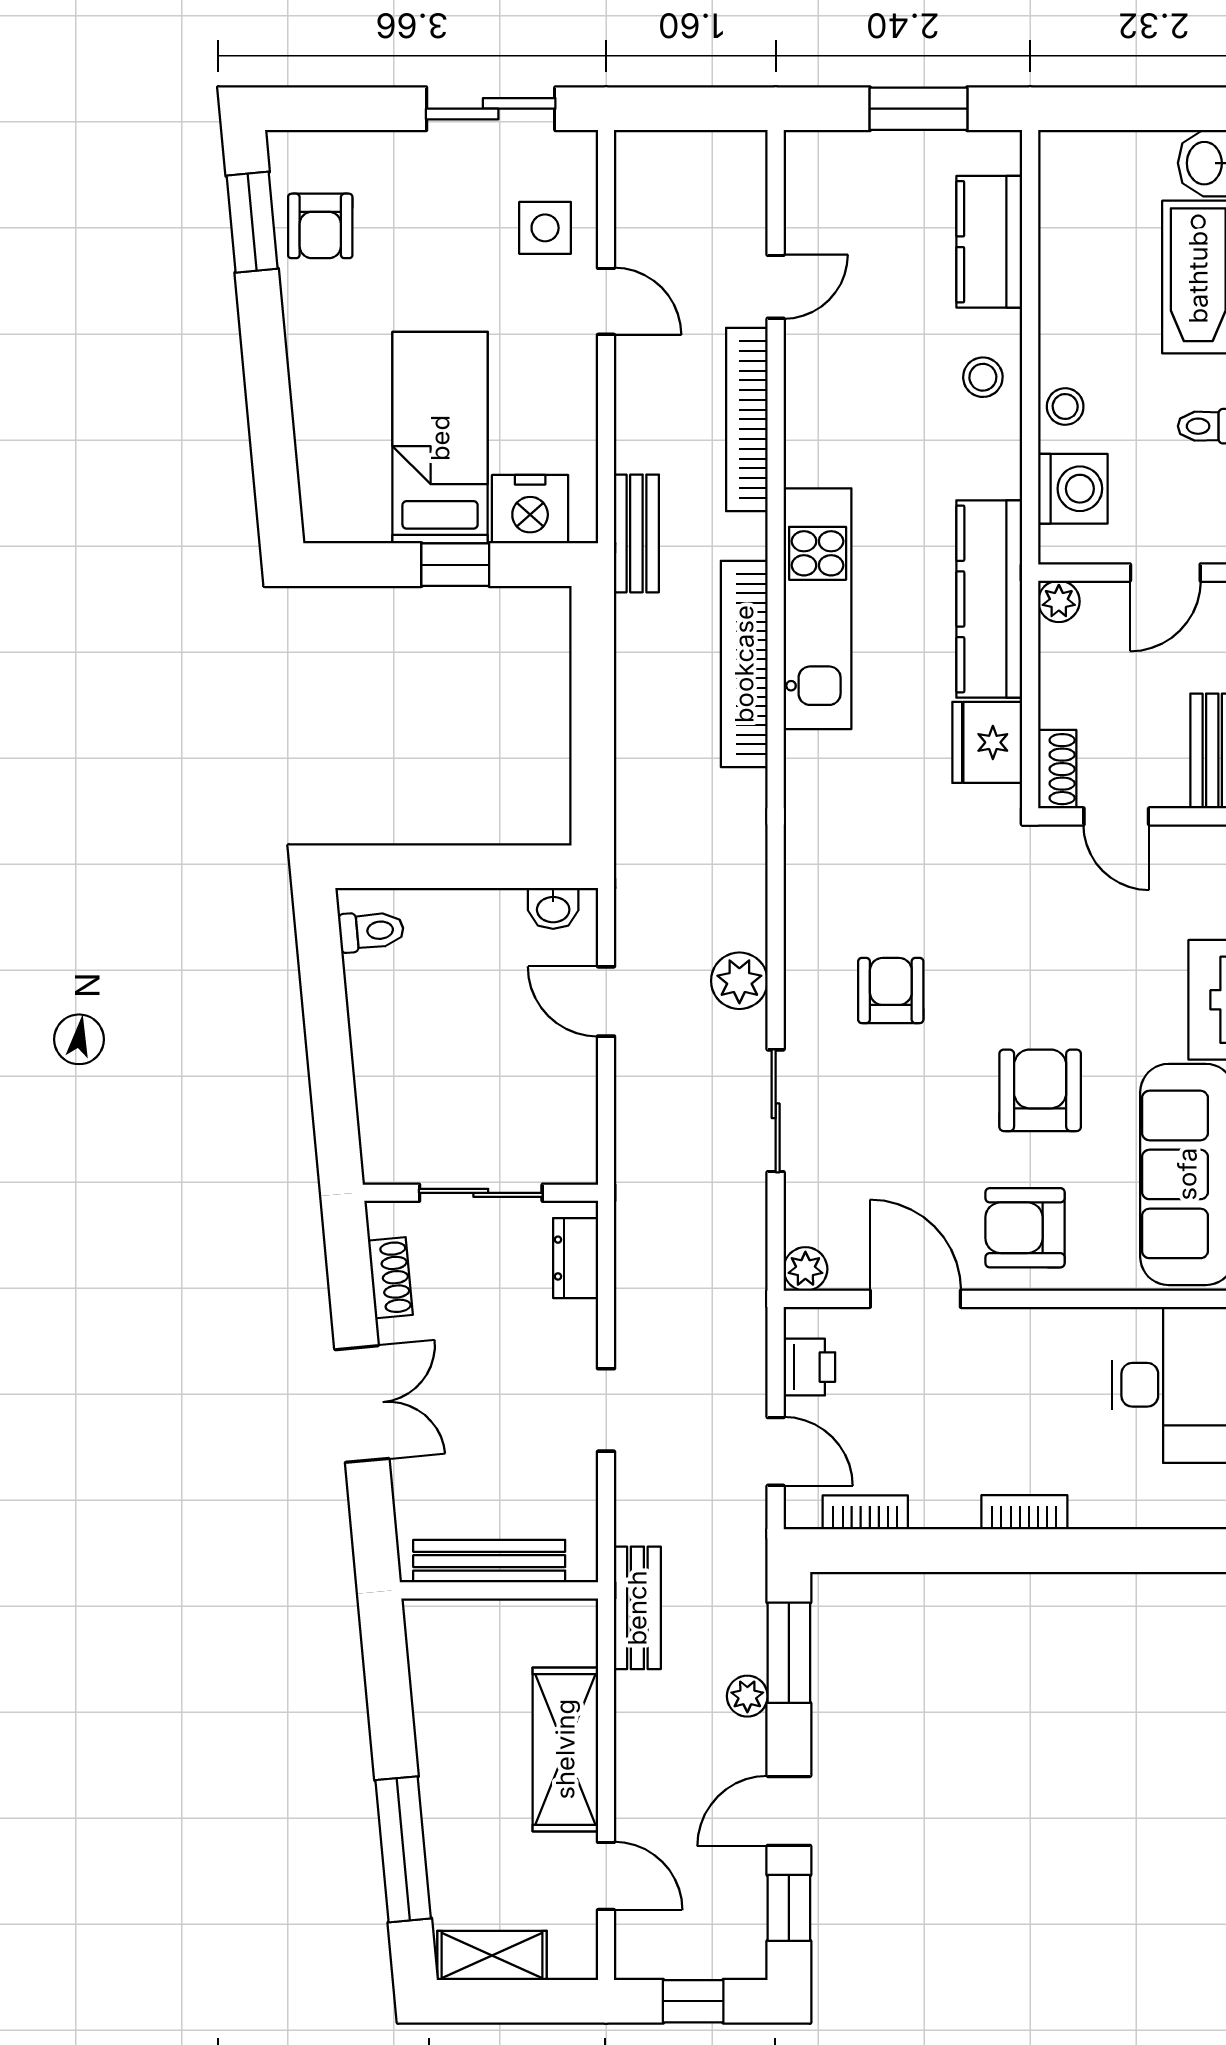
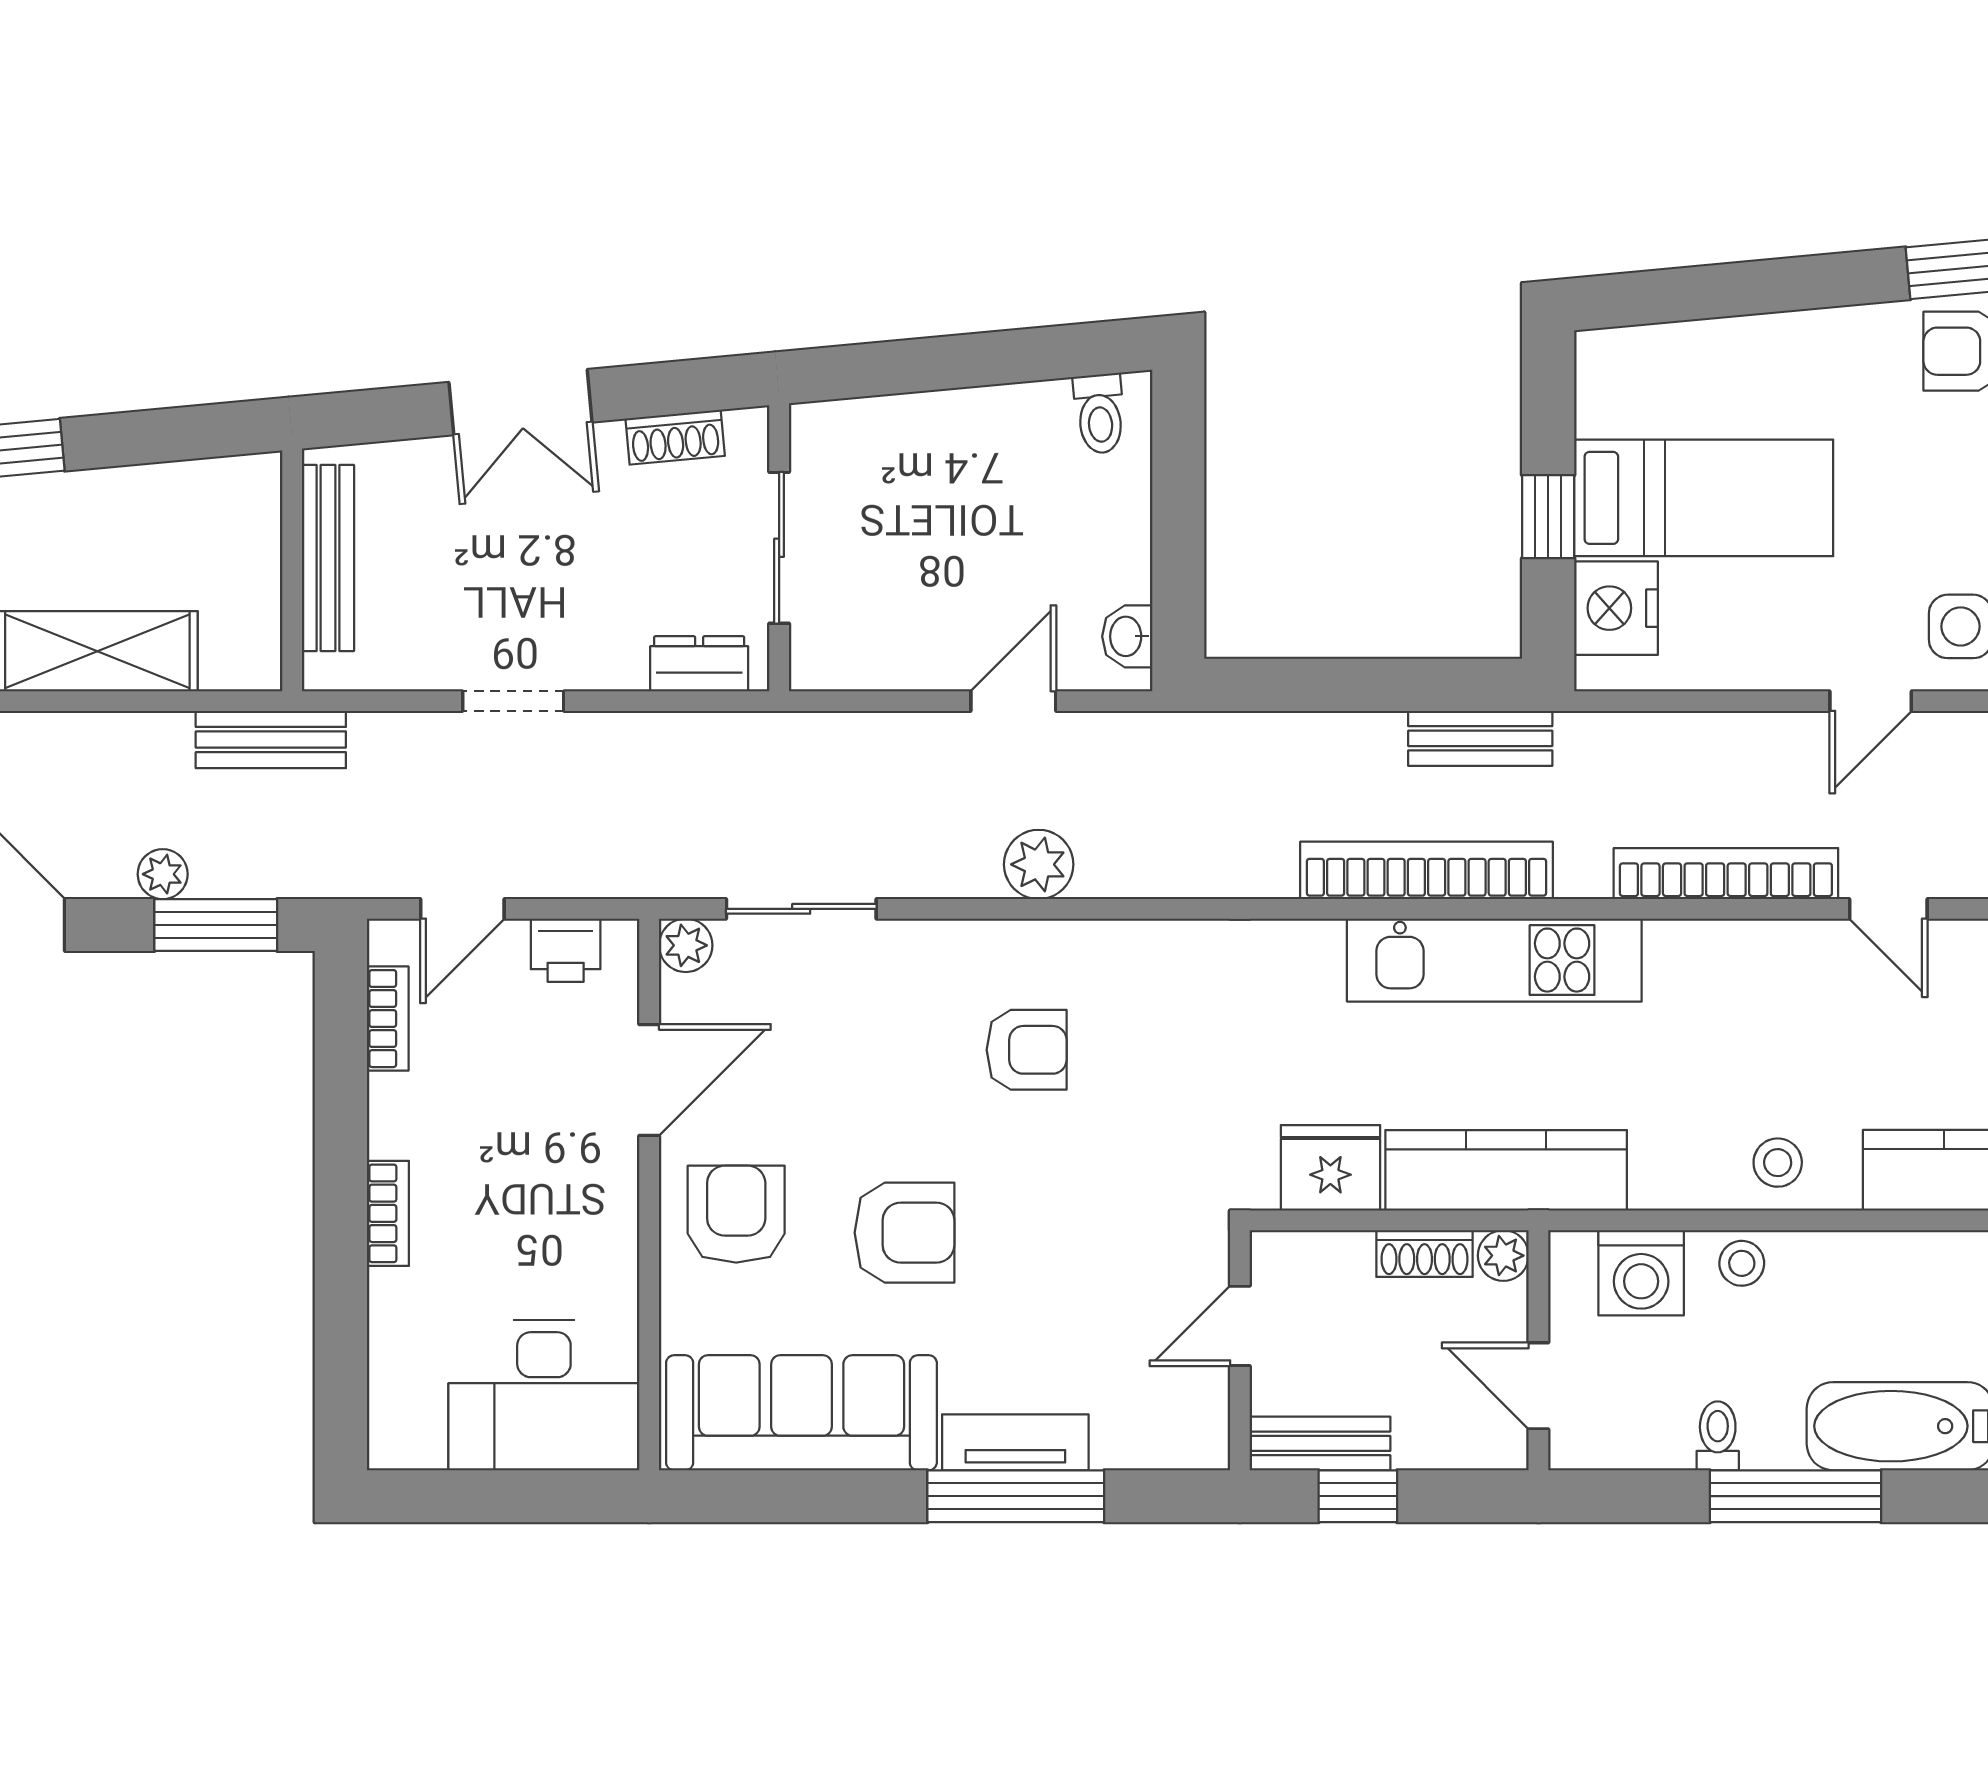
bench: (636, 533) -> (1480, 738), moved
shoe rack: (1057, 769) -> (1425, 1254), moved
sliding door: (776, 1111) -> (801, 909), moved

